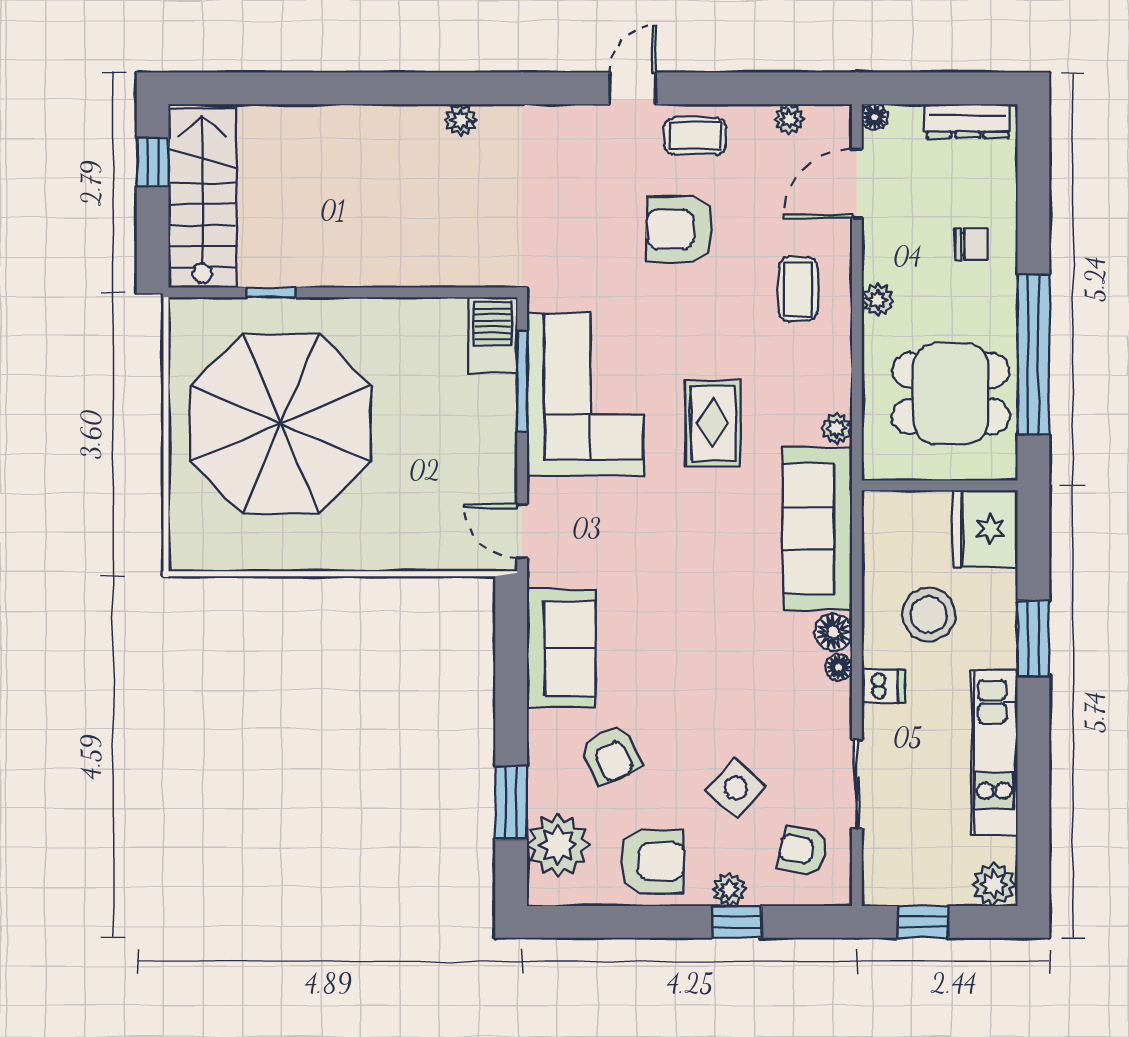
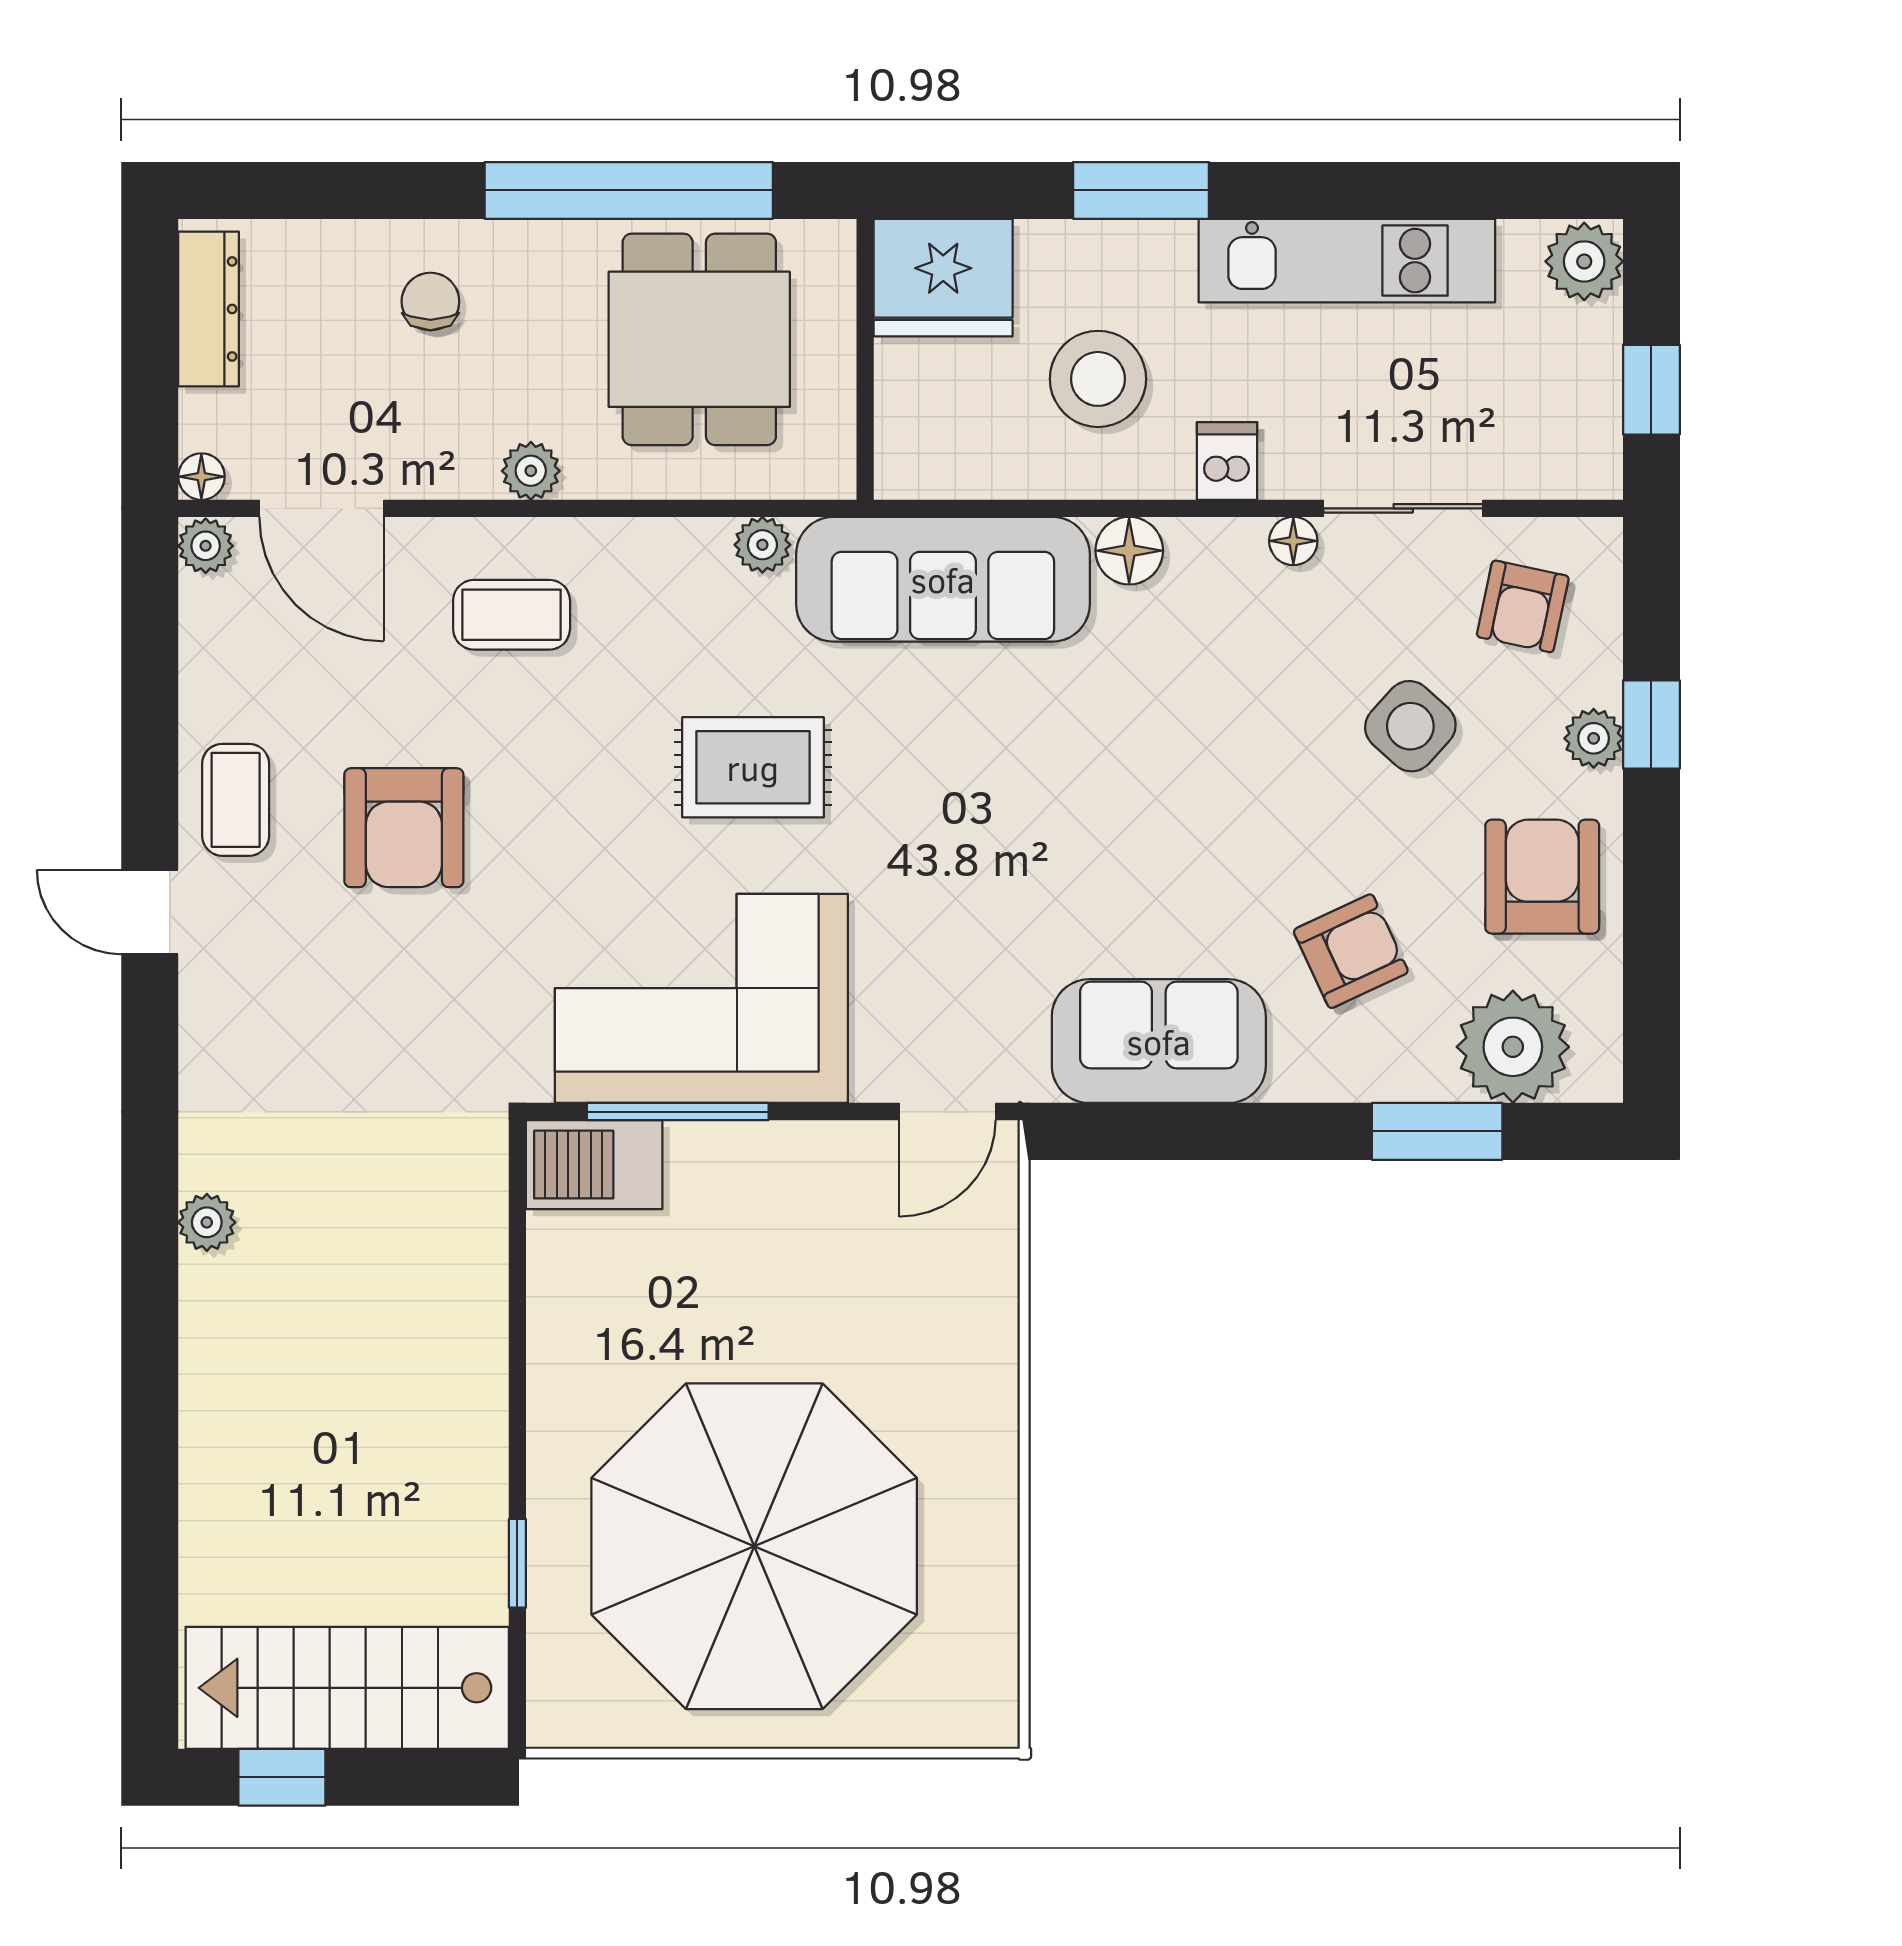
plant: (789, 119) -> (206, 546), moved
floor lamp: (839, 667) -> (1293, 541), moved

